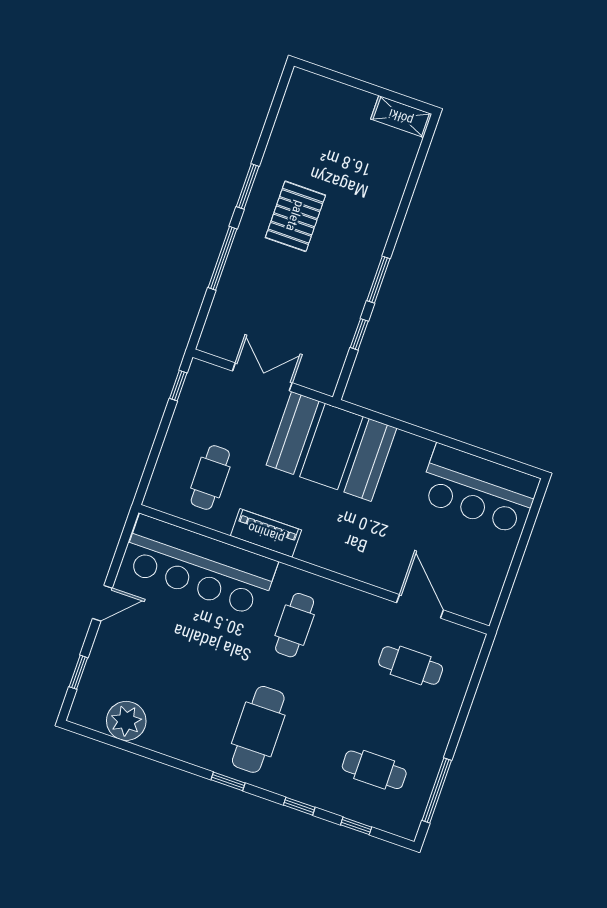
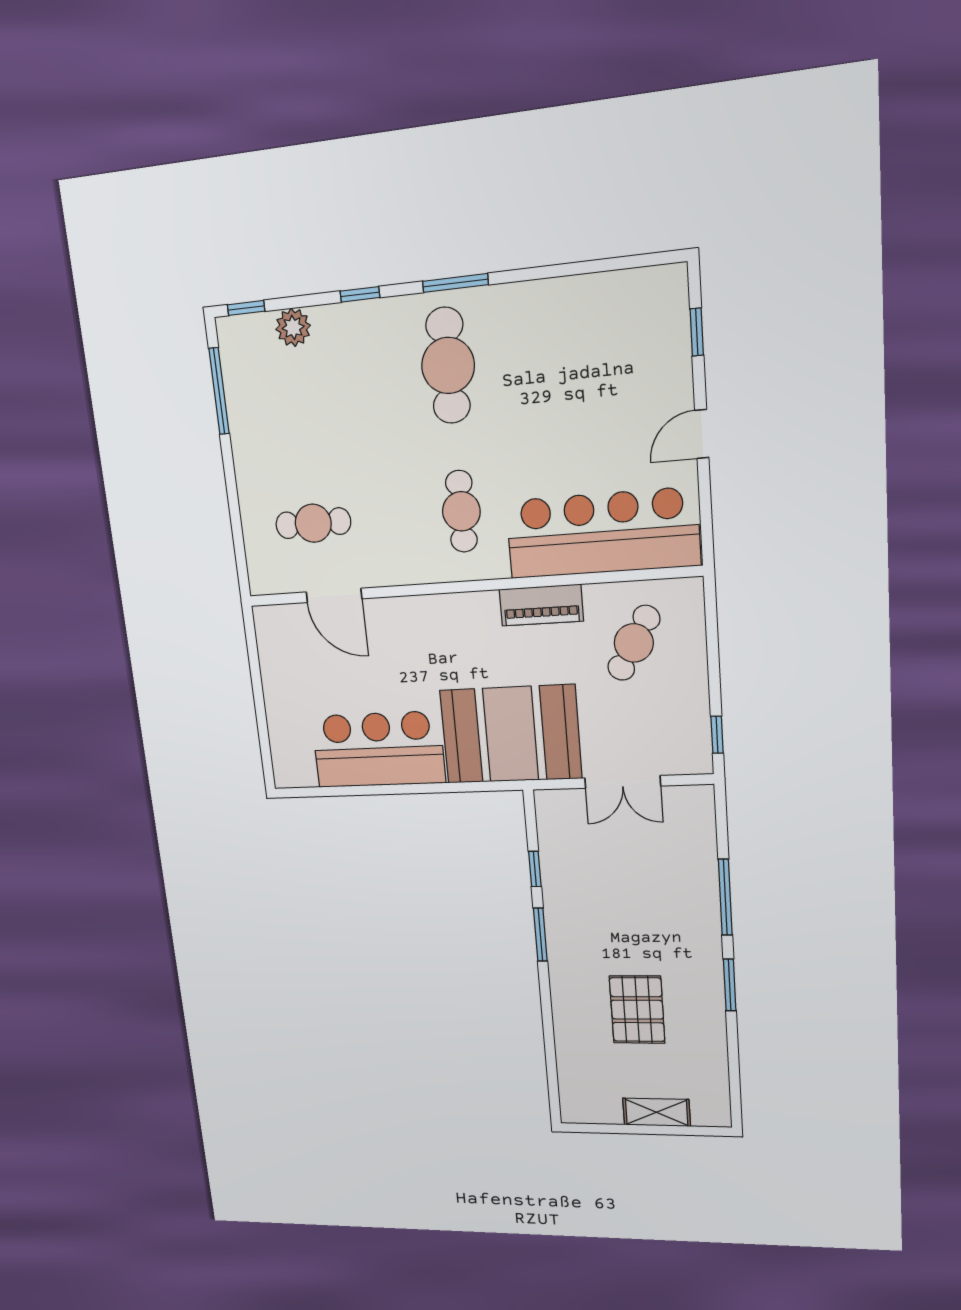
shelving: (401, 117) -> (657, 1112), moved
pallet: (295, 216) -> (637, 1010), moved
cafe table: (210, 478) -> (634, 643), turned 30
bar counter: (479, 489) -> (378, 749), moved
plant: (126, 721) -> (293, 327), moved, width x0.73, depth x0.73
cafe table: (374, 770) -> (297, 382), removed
window: (228, 781) -> (455, 283), width x1.50
window: (356, 826) -> (246, 308), moved

